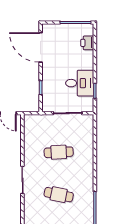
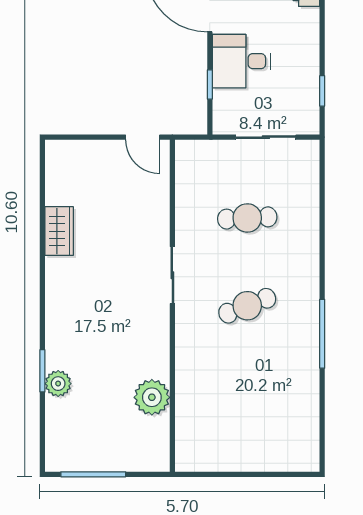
desk: (80, 83) -> (241, 61), moved, turned 180
cafe table: (59, 195) -> (247, 306), turned -33

